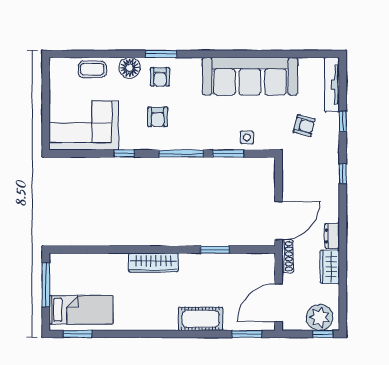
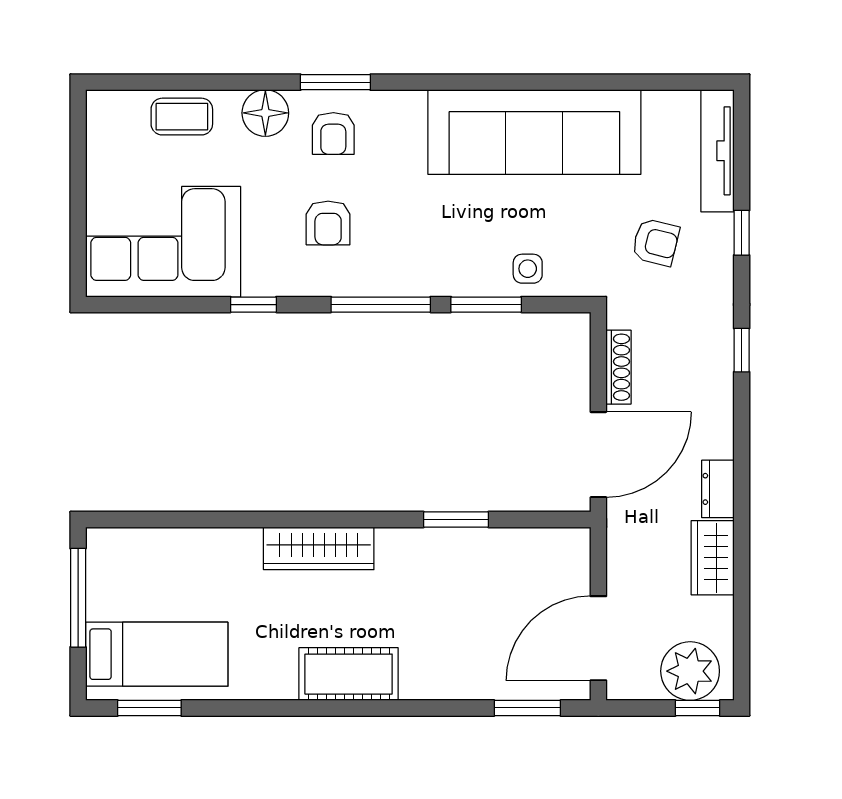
shoe rack: (288, 256) -> (618, 367), moved
cot: (201, 319) -> (349, 674), moved

